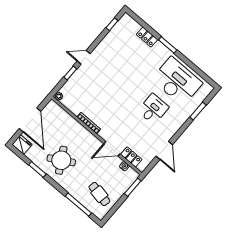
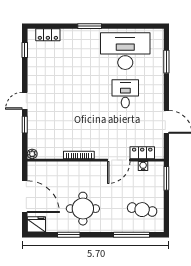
locker: (147, 37) -> (48, 35), moved
round table: (61, 160) -> (83, 209), turned 30

